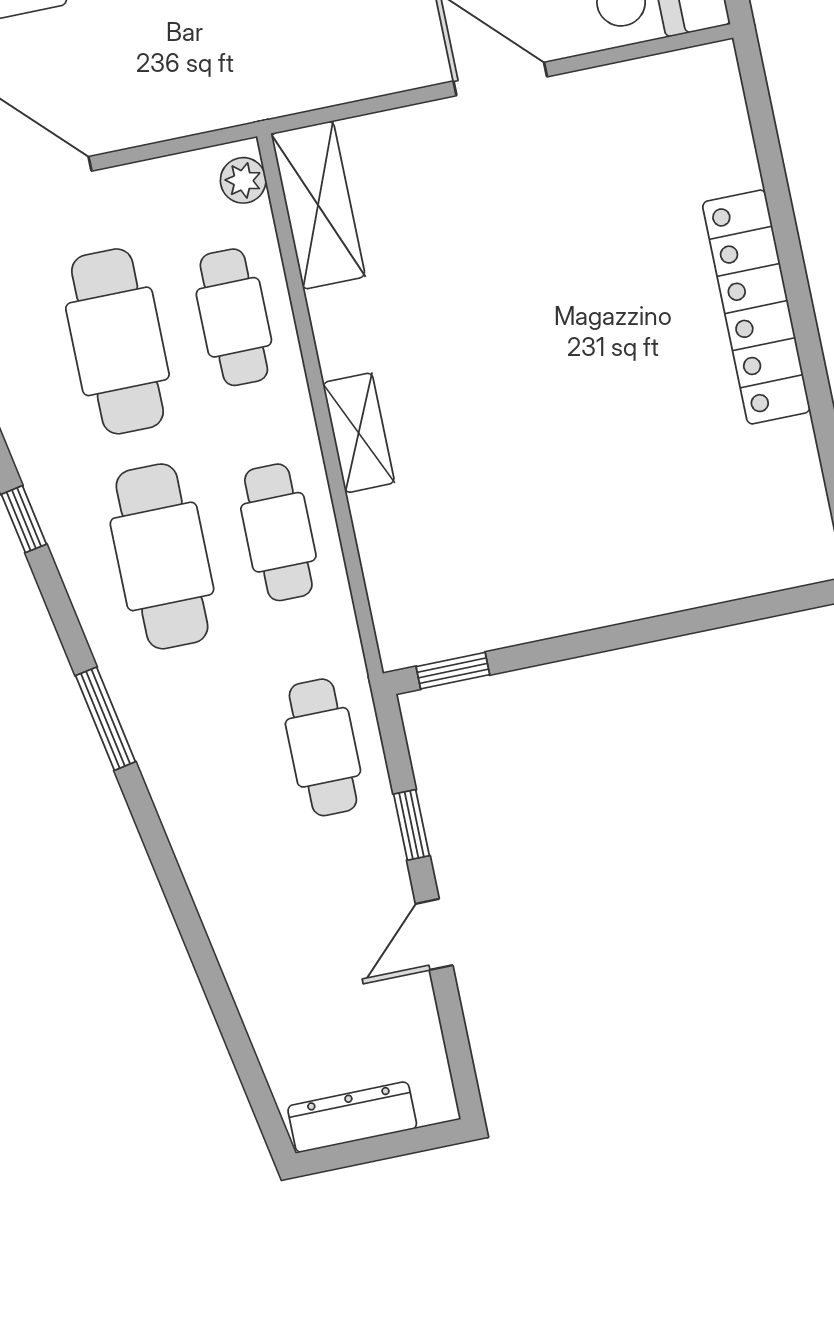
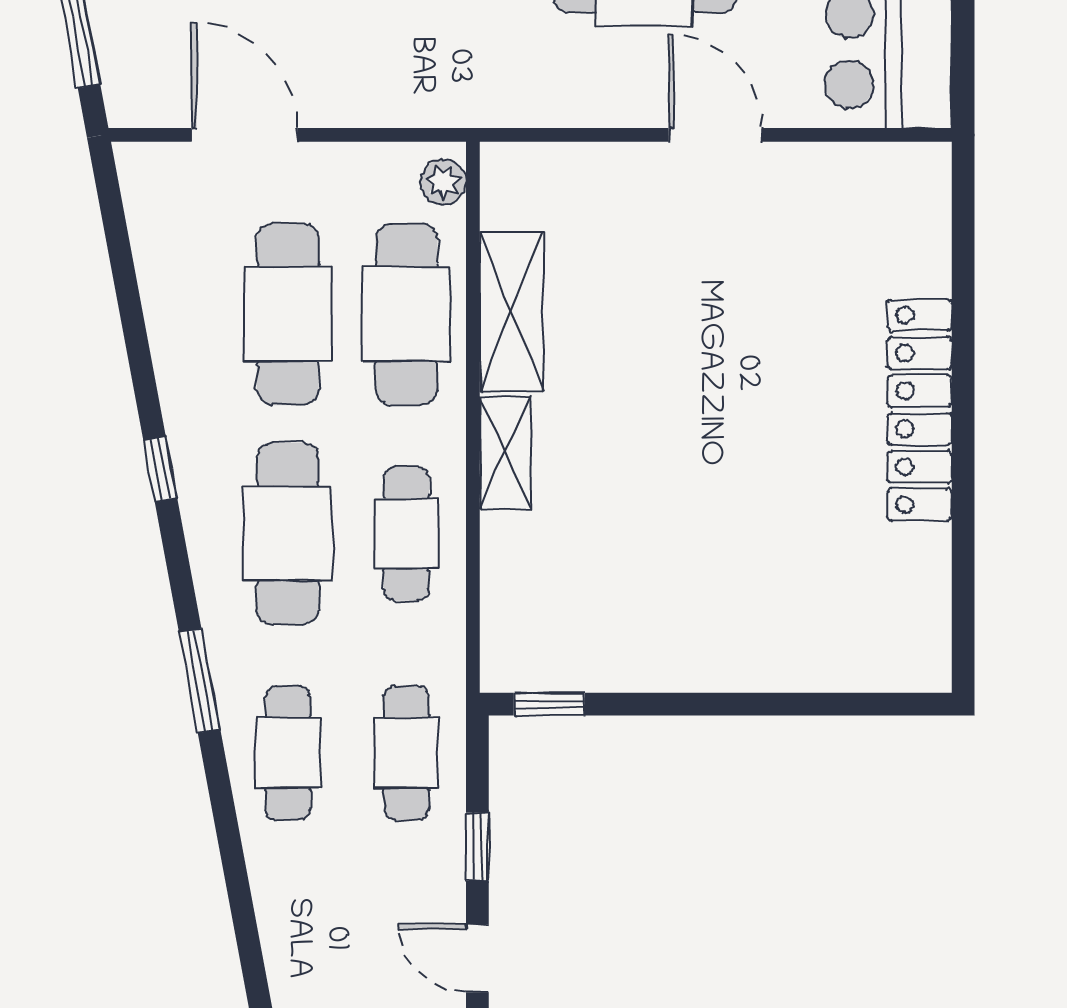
shelving: (318, 205) -> (512, 312), moved
cafe table: (234, 317) -> (407, 314), width x1.37, depth x1.35
cafe table: (207, 771) -> (288, 753), added
door: (434, 934) -> (477, 958), hinge flipped

